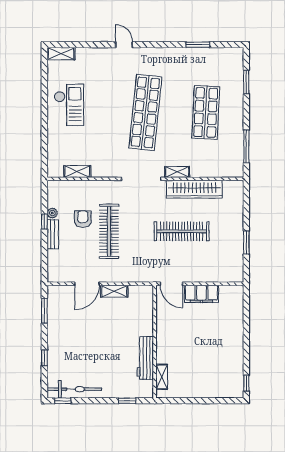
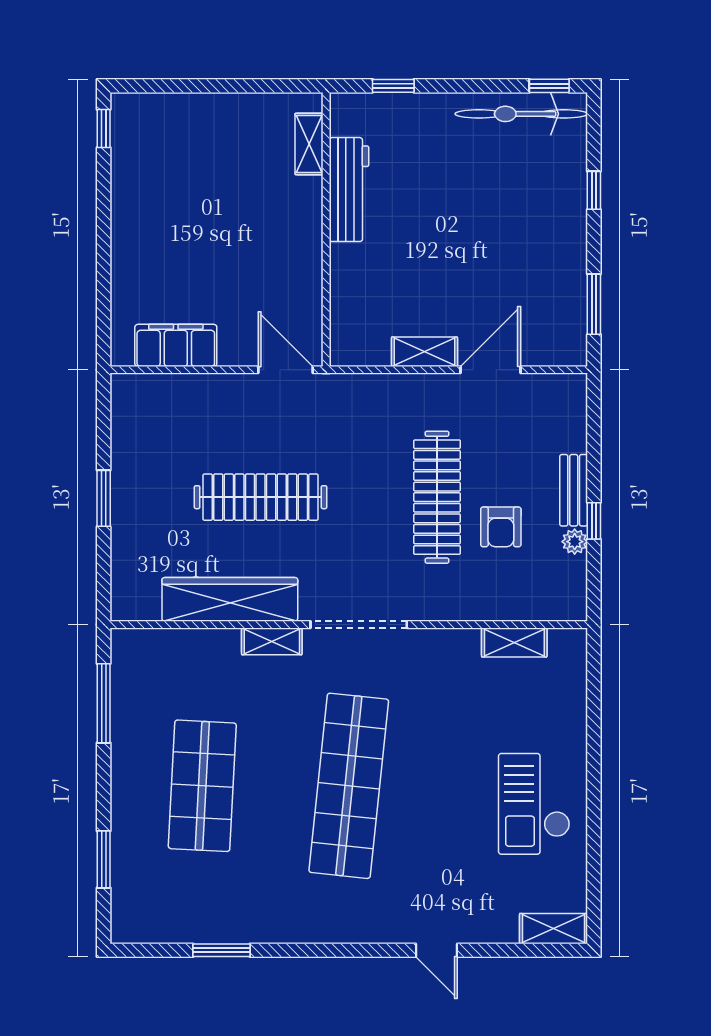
door: (124, 45) -> (436, 950), moved
window: (246, 243) -> (104, 498), moved
filing cabinet: (201, 294) -> (176, 345), moved

